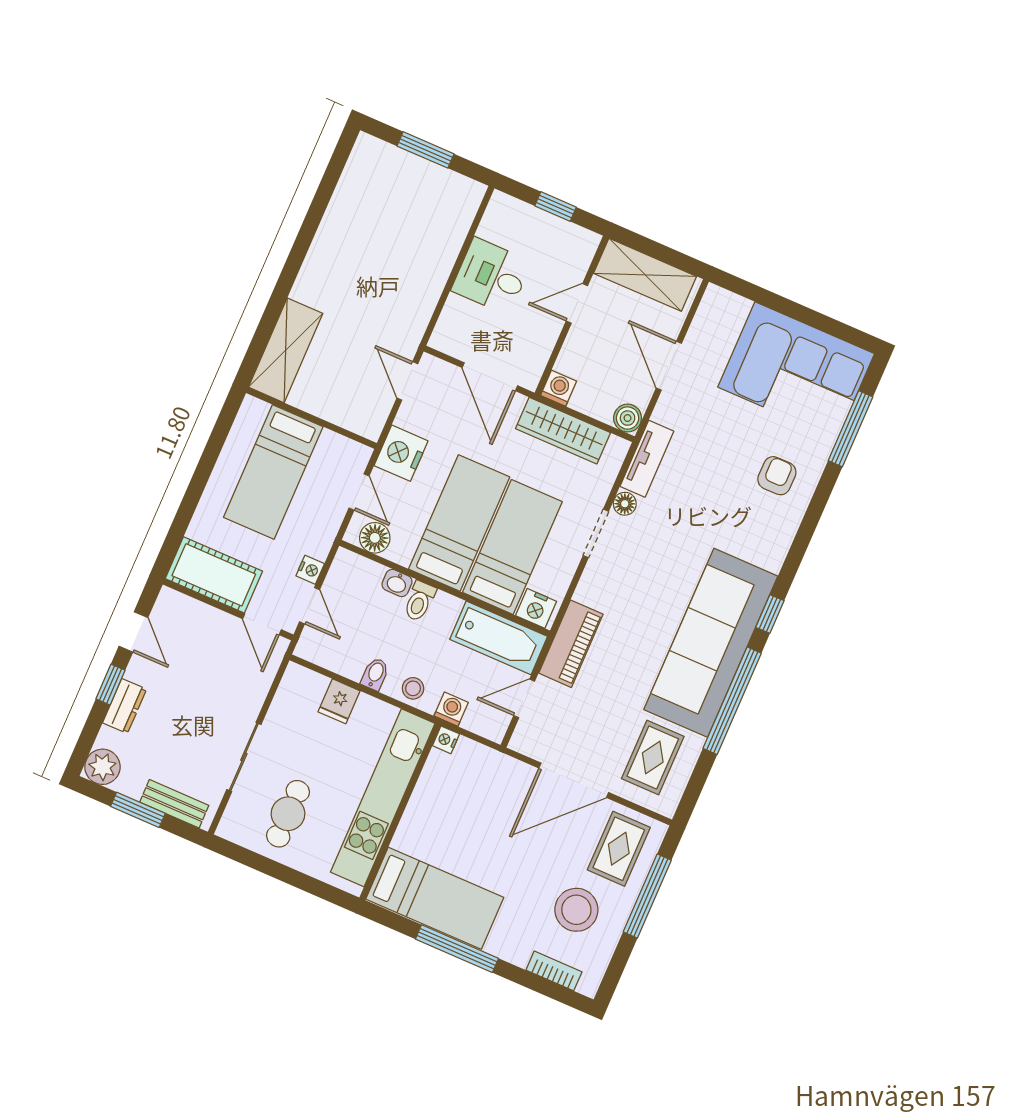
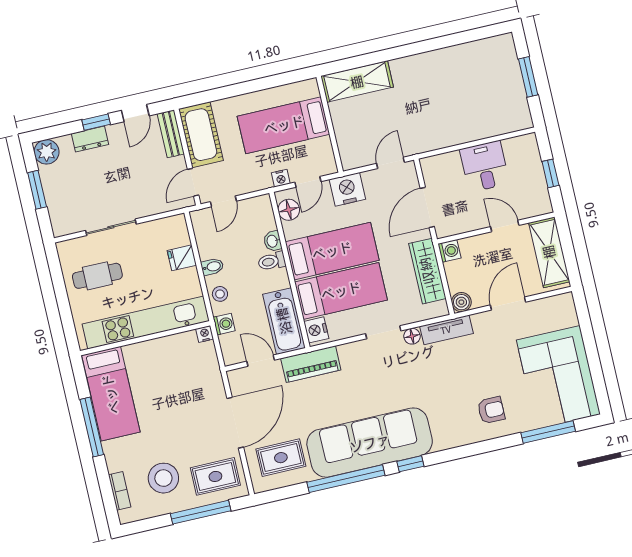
nightstand: (310, 570) -> (281, 178), moved
door: (574, 780) -> (235, 423), swing flipped
bench: (174, 804) -> (171, 134), moved

